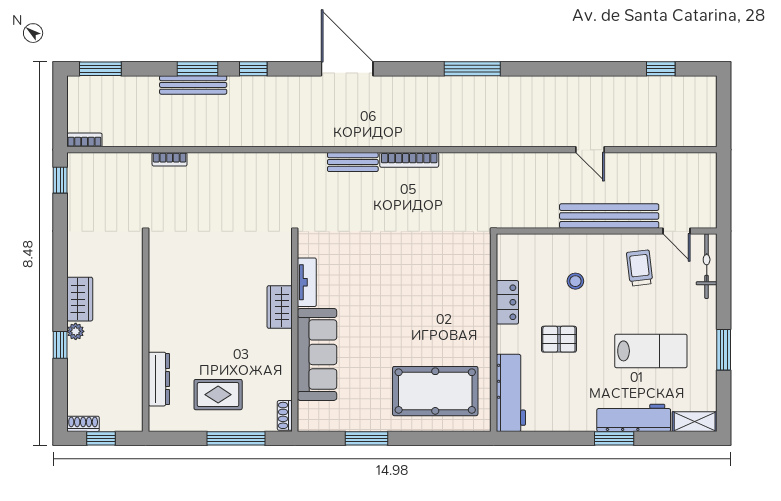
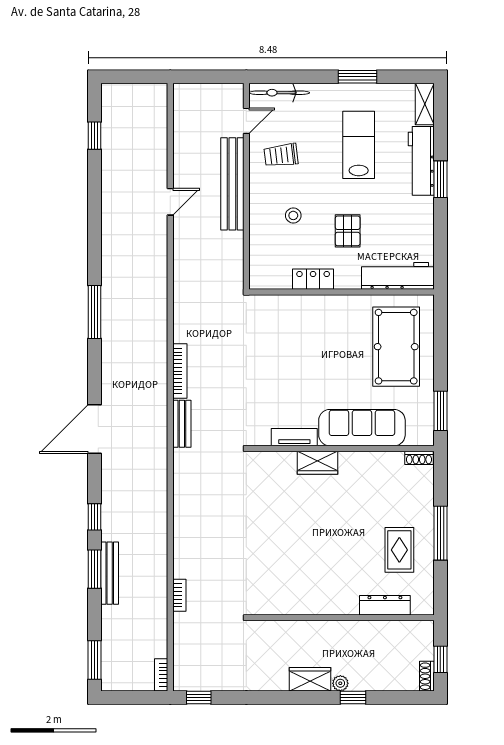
tv unit: (307, 282) -> (294, 437), moved
wardrobe: (280, 307) -> (317, 463), moved
wall: (295, 333) -> (342, 448), moved
sofa: (317, 354) -> (362, 428), moved
shoe rack: (285, 415) -> (419, 458), moved

